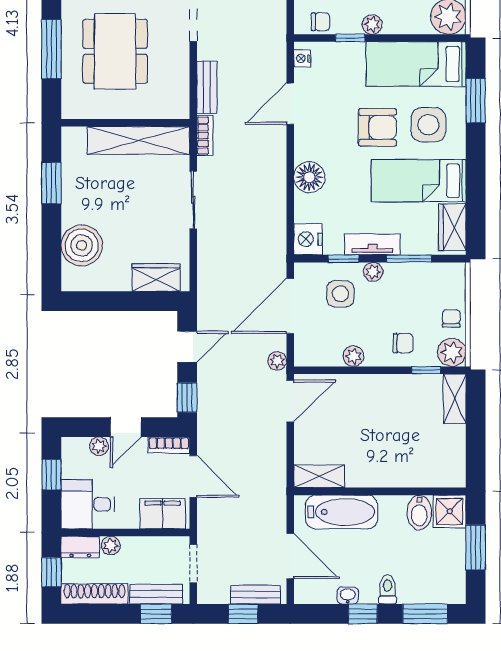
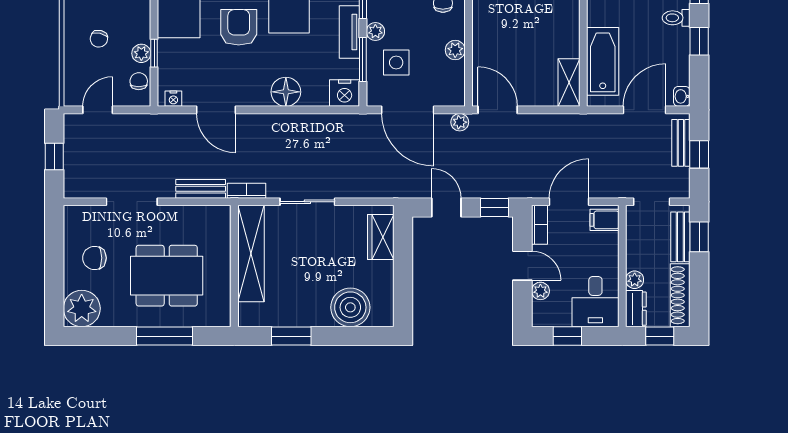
plant: (372, 25) -> (141, 53), moved
window: (343, 259) -> (363, 59), width x1.50
filing cabinet: (163, 514) -> (604, 220), width x0.50
washbasin: (348, 595) -> (682, 96), moved

